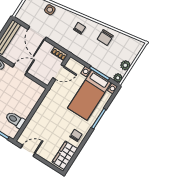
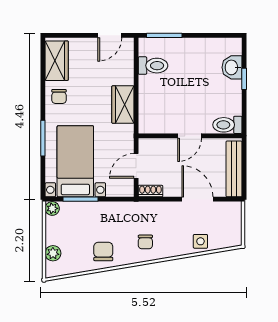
plant: (125, 65) -> (53, 253), moved
wardrobe: (45, 109) -> (123, 105), added

